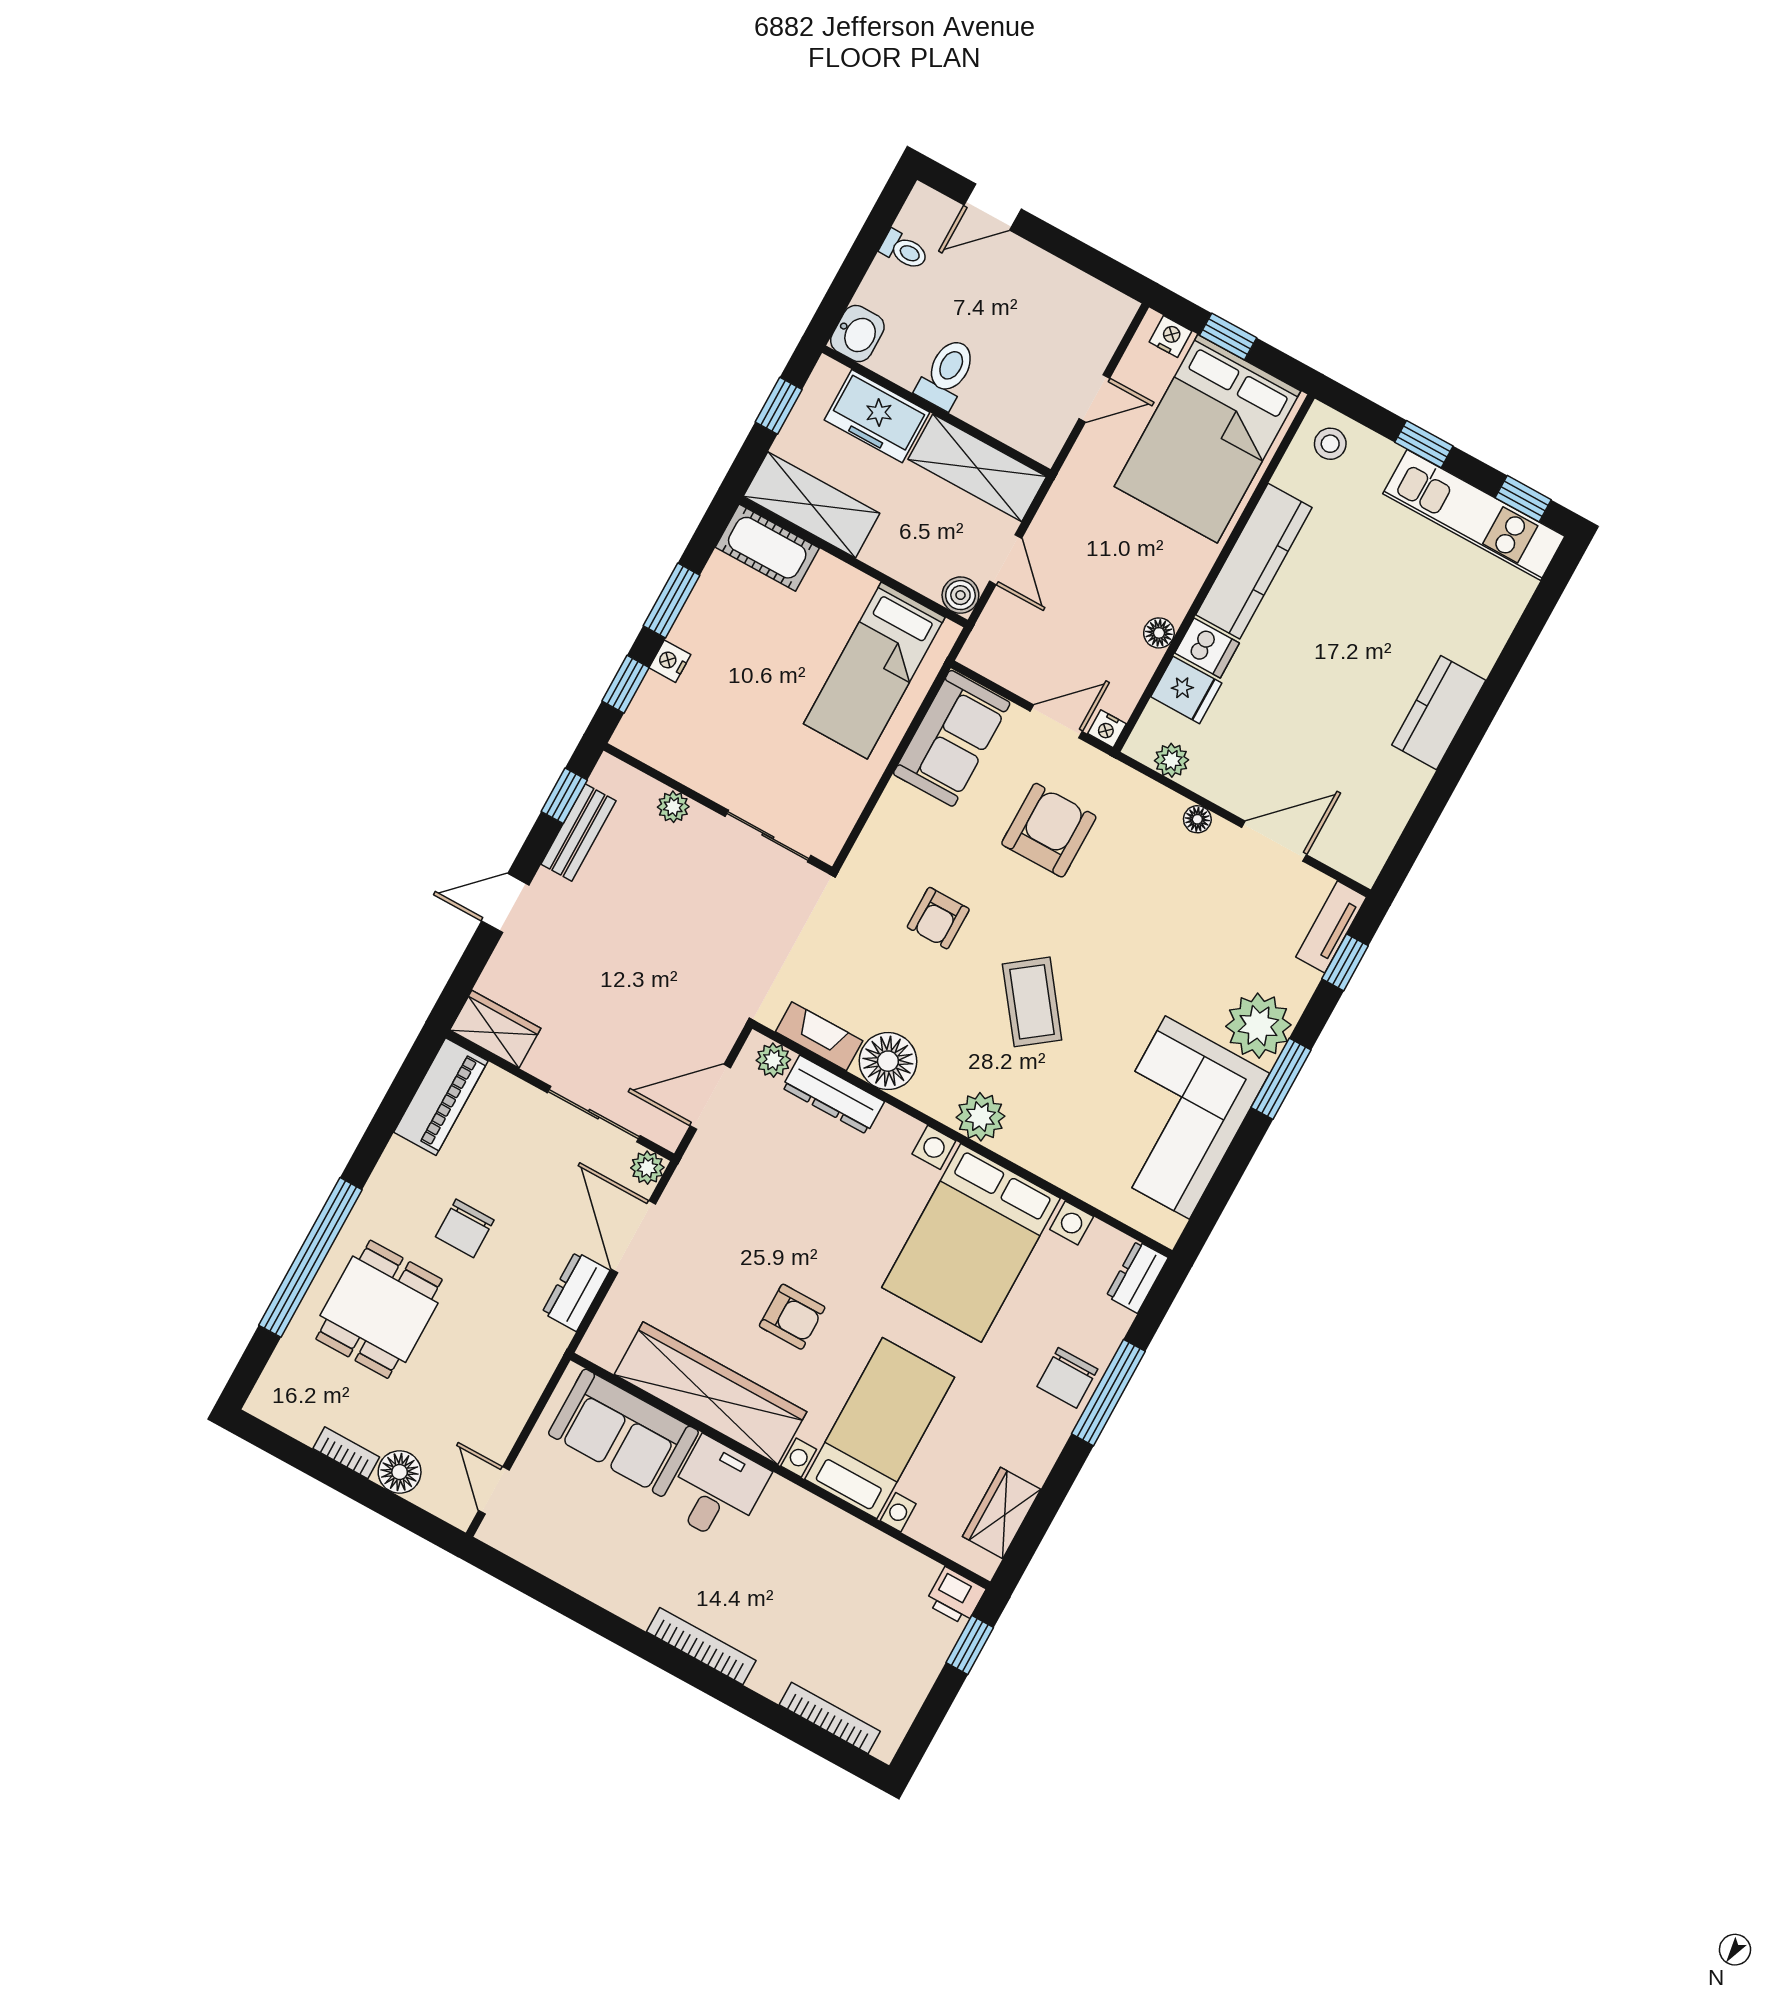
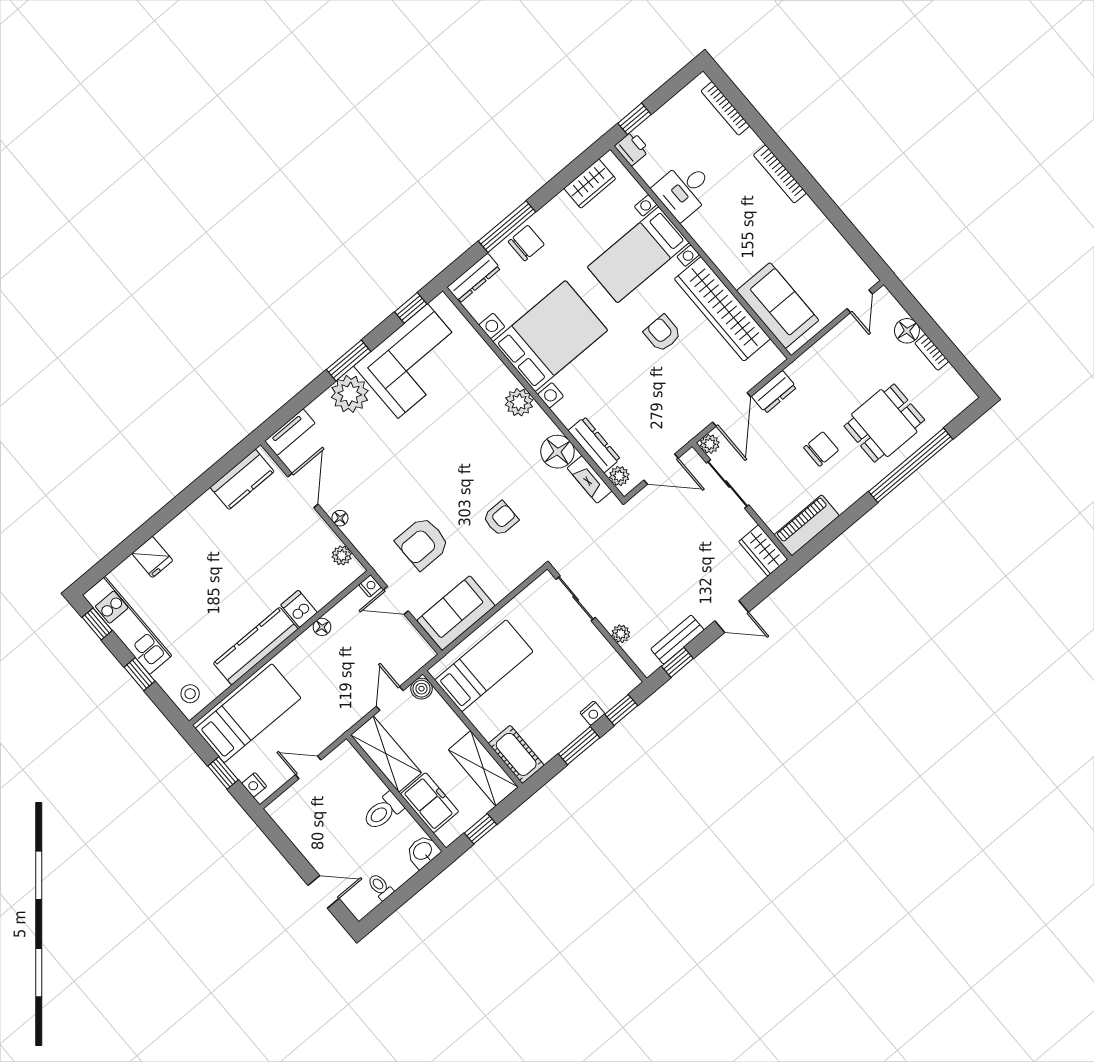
bed: (1207, 439) -> (248, 713), width x0.67
fridge: (1186, 690) -> (152, 557), moved, turned 180
kitchen counter: (1439, 713) -> (242, 479), moved
door: (1274, 841) -> (303, 490), swing flipped
window: (1345, 962) -> (411, 308), moved
coffee table: (1032, 1002) -> (467, 454), removed
dresser: (1137, 1277) -> (474, 278), width x1.44
desk: (717, 1490) -> (684, 190), moved

